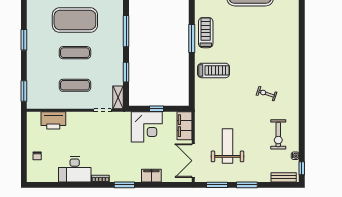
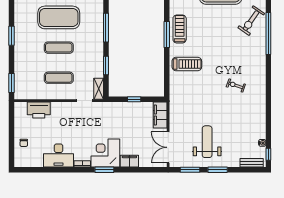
window: (302, 37) -> (268, 33), added
corner desk: (147, 127) -> (105, 153), moved, turned 180
exercise bike: (278, 134) -> (251, 21), moved, turned 35
weight bench: (227, 146) -> (207, 142), moved

